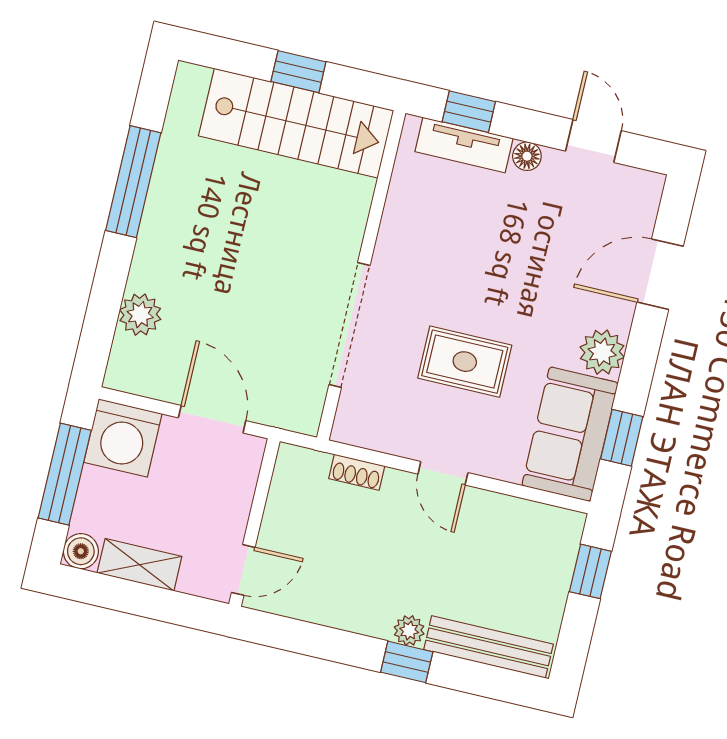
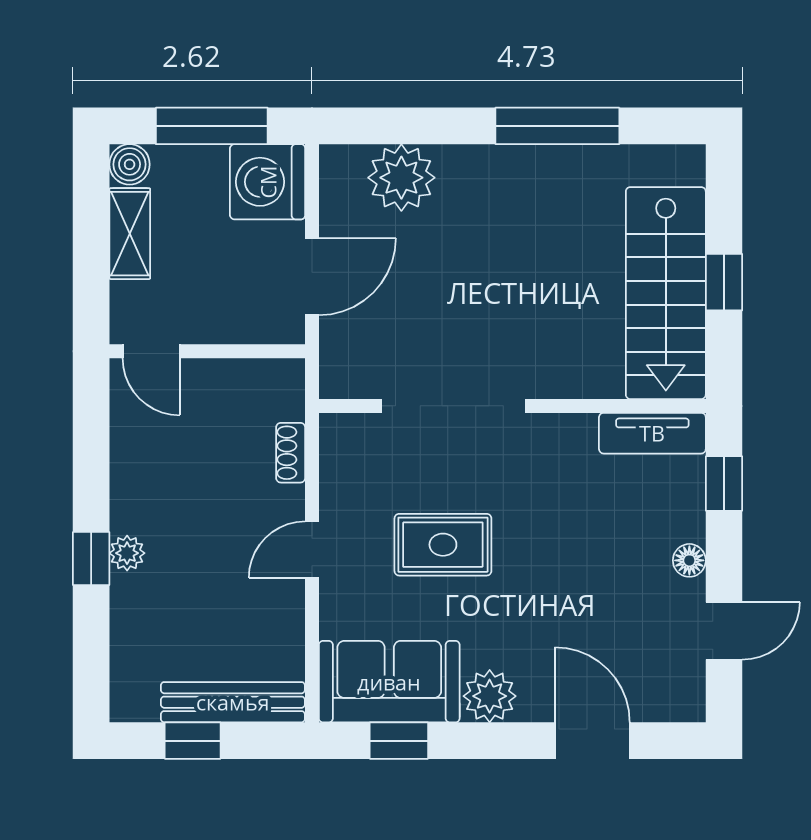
tv unit: (464, 145) -> (652, 433), moved, turned -90
plant: (140, 315) -> (401, 178), width x1.36, depth x1.36
rug: (465, 362) -> (443, 545), turned 90
window: (590, 571) -> (193, 741), moved
bench: (489, 647) -> (233, 702), moved, turned 90

